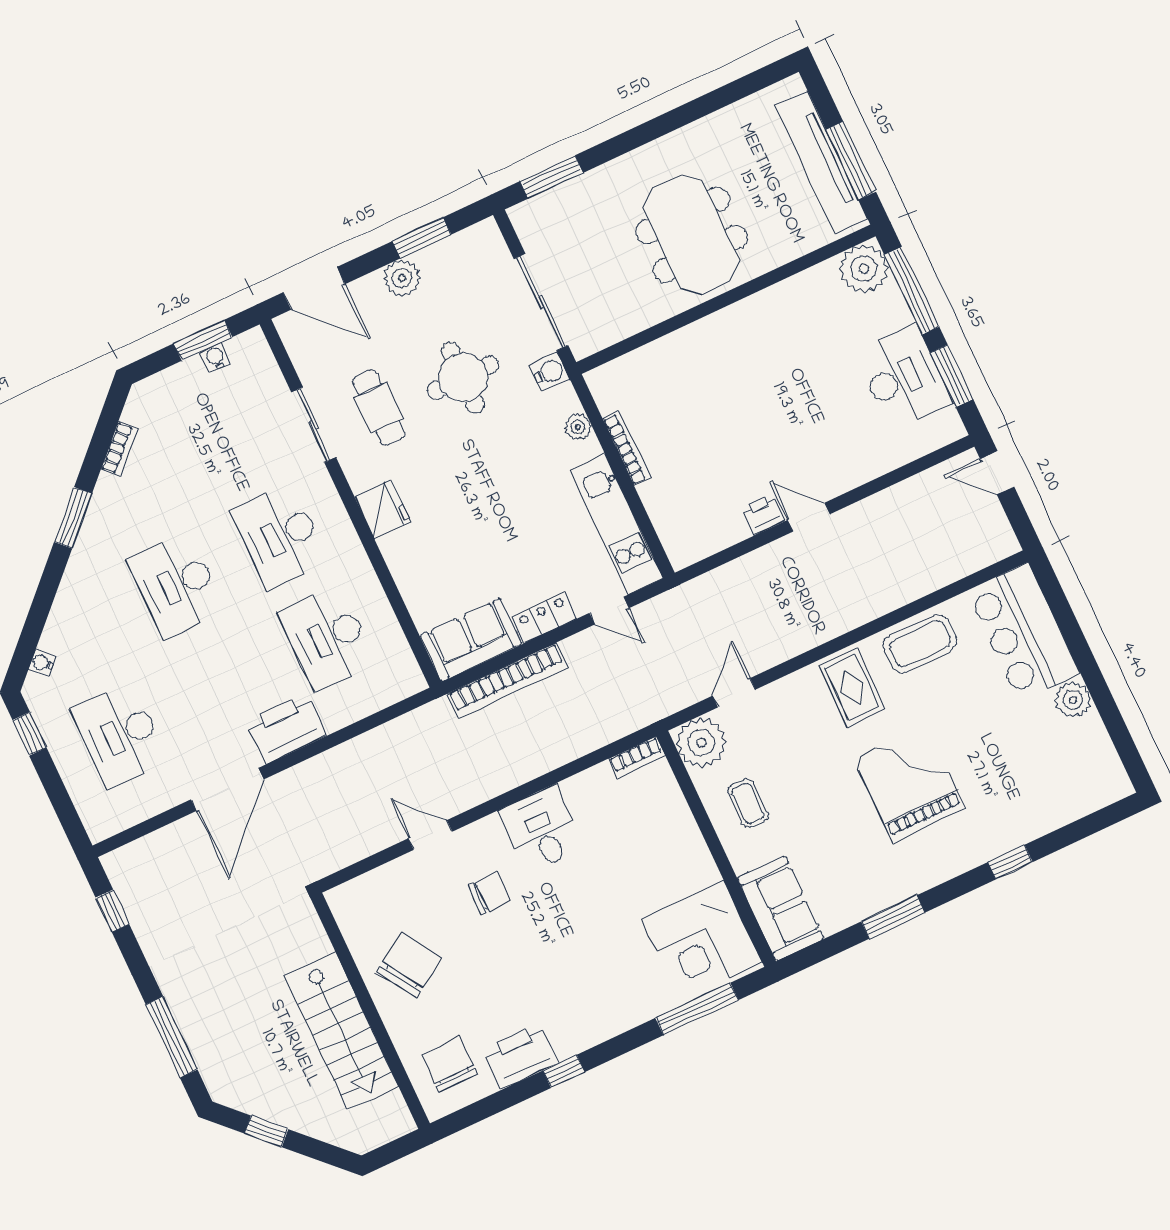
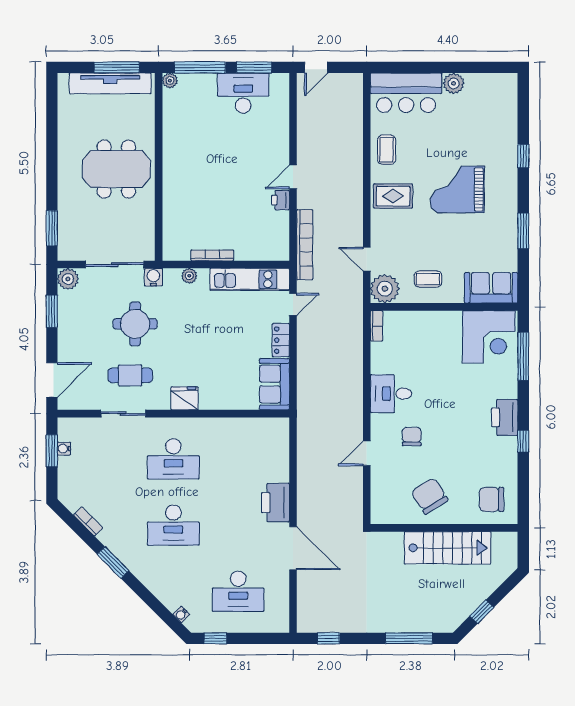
plant: (864, 269) -> (170, 81), width x0.53, depth x0.53
plant: (402, 278) -> (68, 279), moved
desk: (327, 638) -> (238, 459), removed
coffee table: (920, 644) -> (387, 150), width x0.73, depth x0.77
bookcase: (507, 681) -> (305, 245), moved
printer: (521, 1056) -> (505, 417), moved

